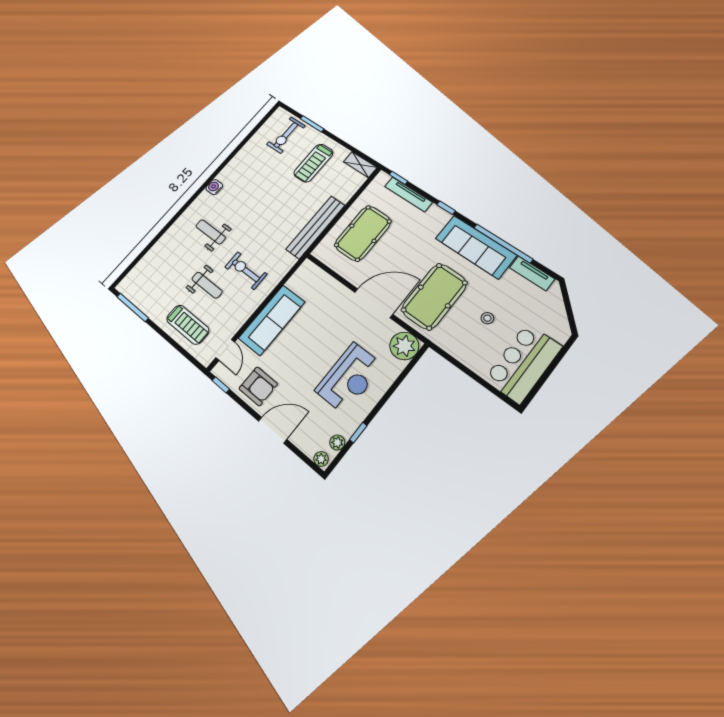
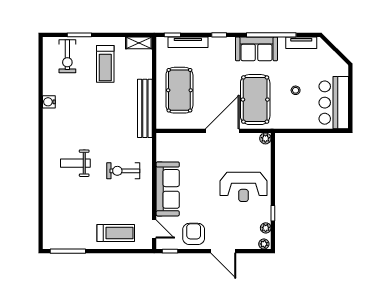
water cooler: (214, 187) -> (49, 102), moved
sofa: (476, 247) -> (256, 49), width x0.73
weight bench: (207, 285) -> (106, 199), removed
plant: (404, 346) -> (265, 138), width x0.53, depth x0.53
reception desk: (349, 378) -> (244, 187), turned 90
armchair: (258, 386) -> (194, 234), turned -90
door: (273, 430) -> (223, 251), swing flipped

